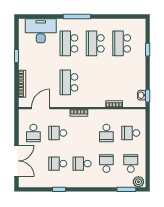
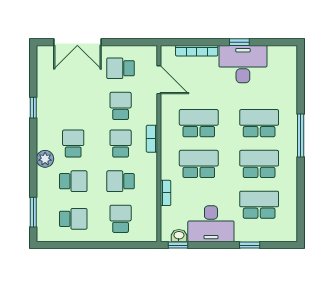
desk: (41, 31) -> (243, 64), moved, turned -90
desk: (134, 75) -> (211, 224), added
school desk: (95, 82) -> (199, 164), added
school desk: (58, 164) -> (121, 144), moved
plant: (138, 182) -> (45, 159), moved

